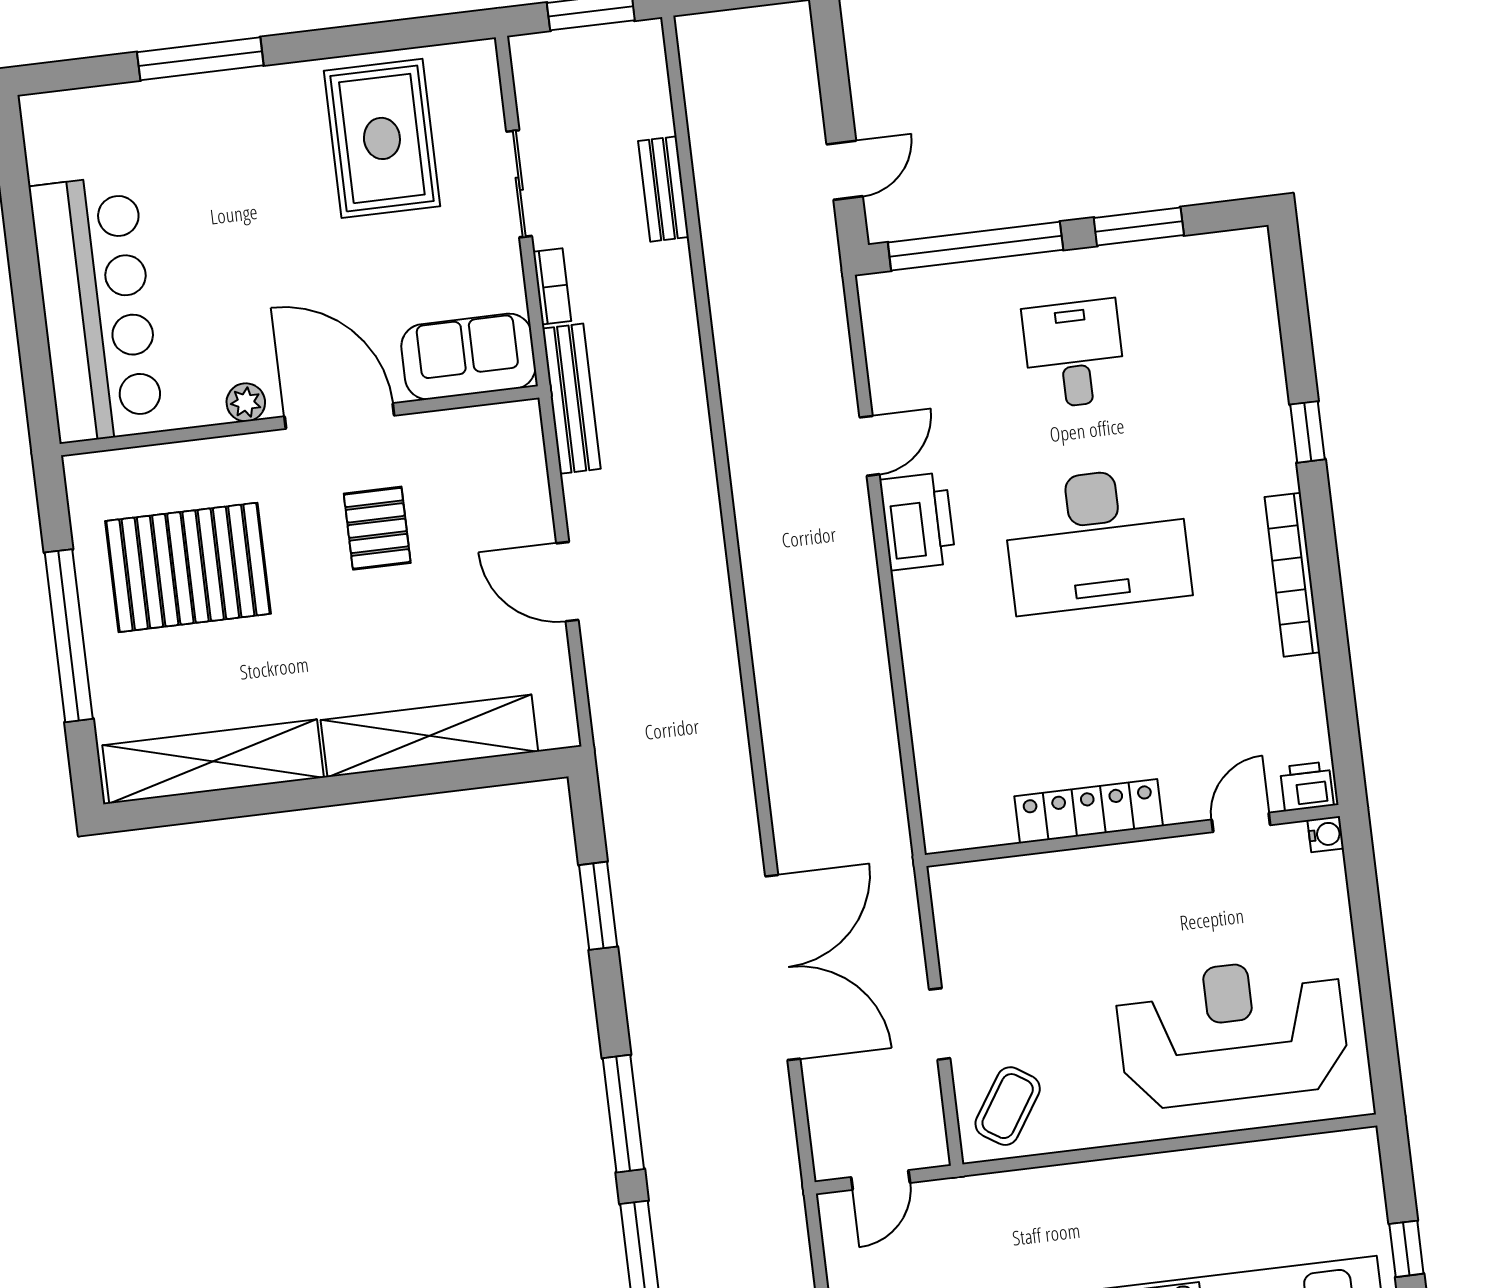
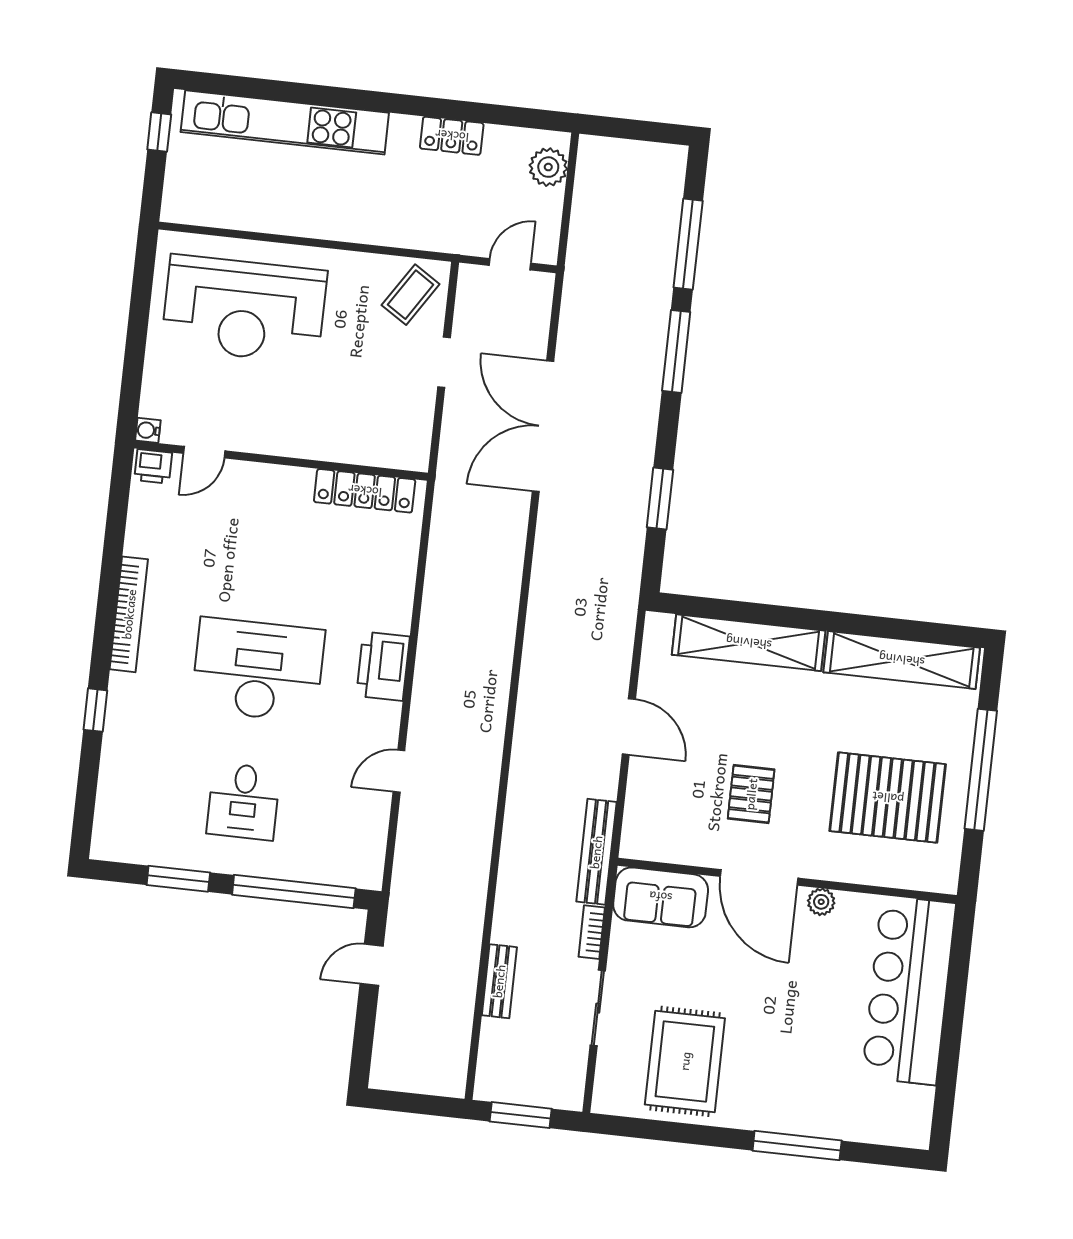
printer: (918, 521) -> (383, 666), moved
locker: (1089, 811) -> (365, 491), moved

